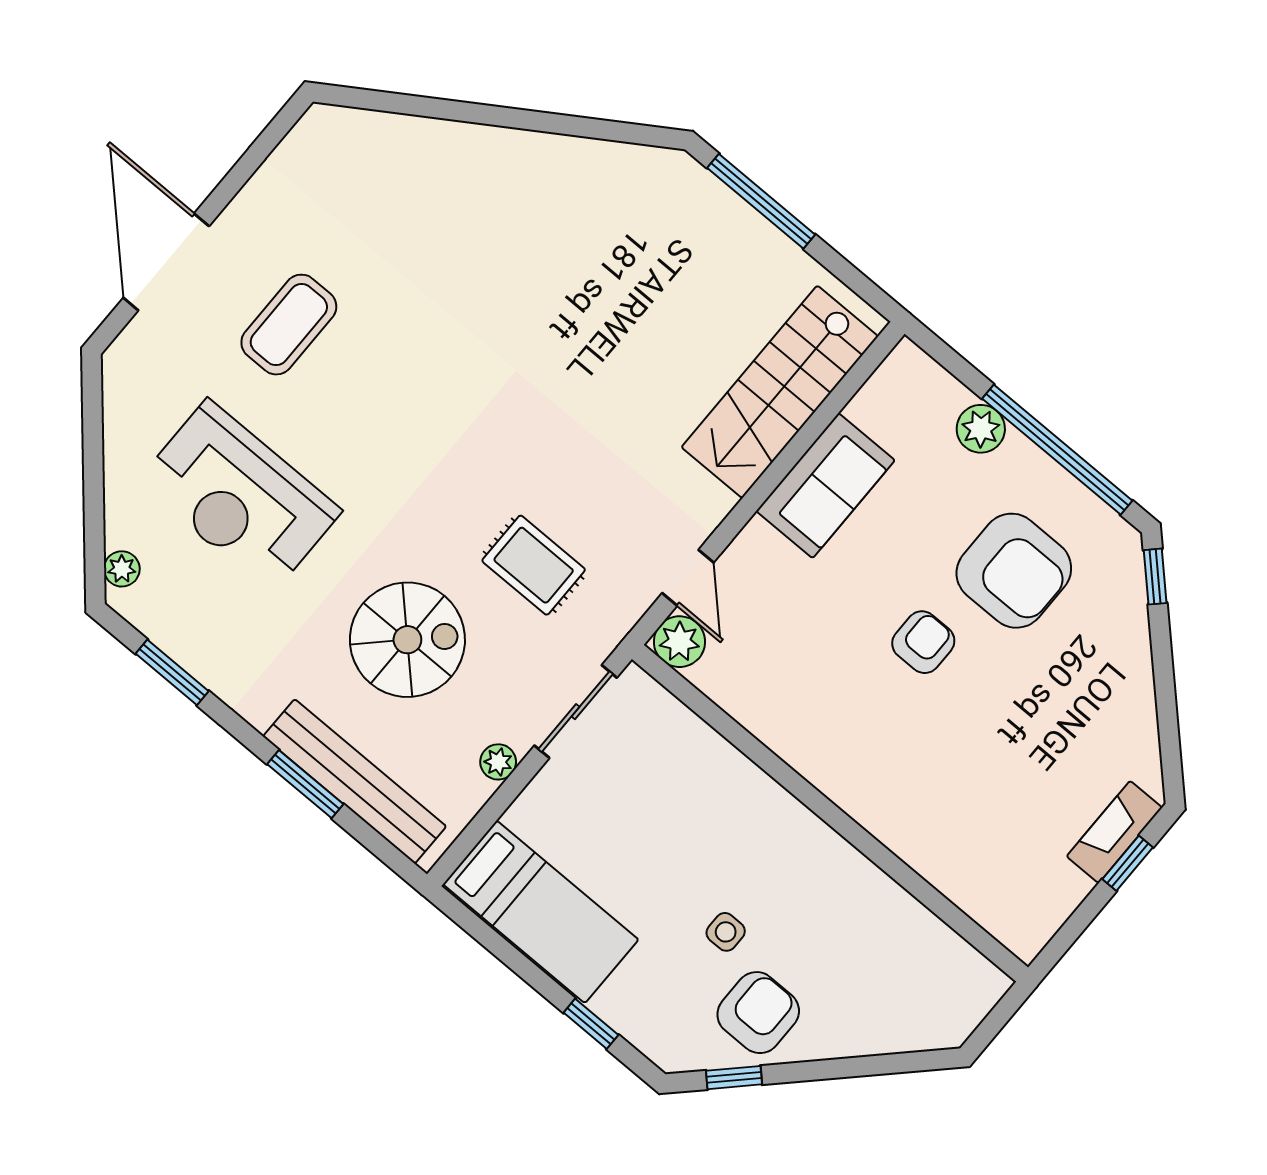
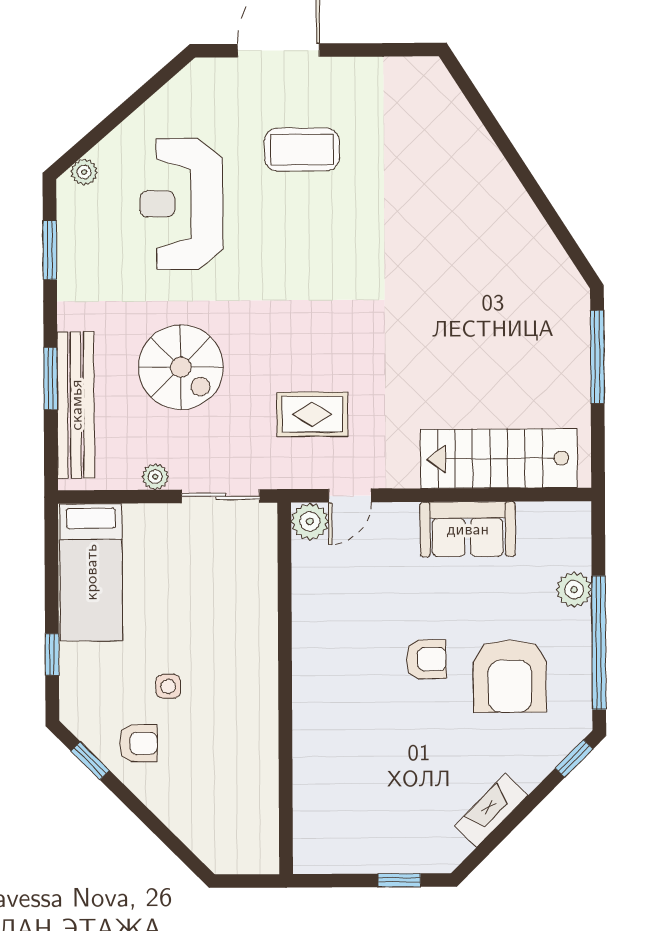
rug: (534, 565) -> (312, 414), moved, turned 90
fireplace: (1114, 832) -> (491, 810), moved, turned -45
armchair: (758, 1013) -> (138, 743), width x0.72, depth x0.72

